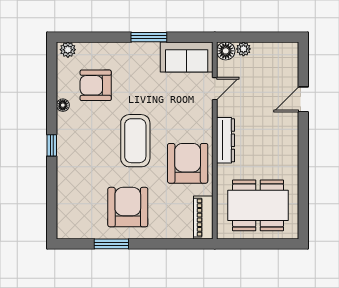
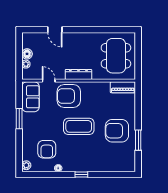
floor lamp: (226, 51) -> (27, 54), moved
armchair: (188, 163) -> (69, 96), moved

